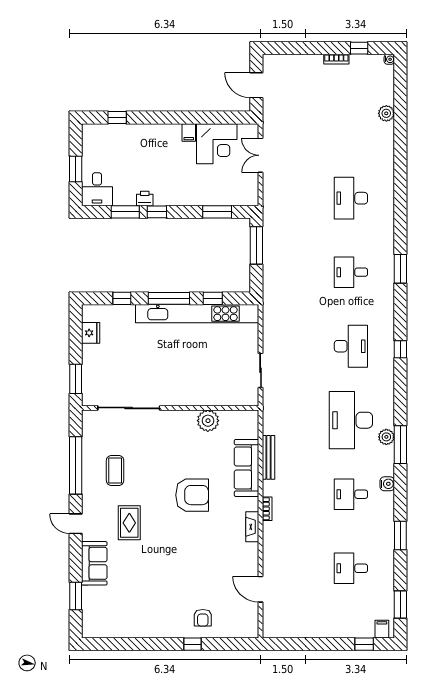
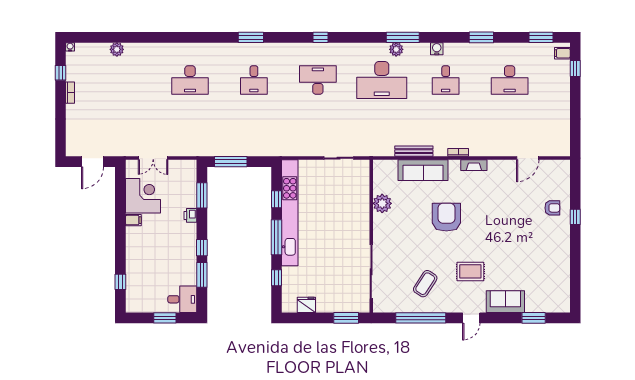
printer: (145, 198) -> (190, 215), moved
coffee table: (115, 470) -> (425, 284), turned -57
desk: (351, 568) -> (510, 80), width x1.37

